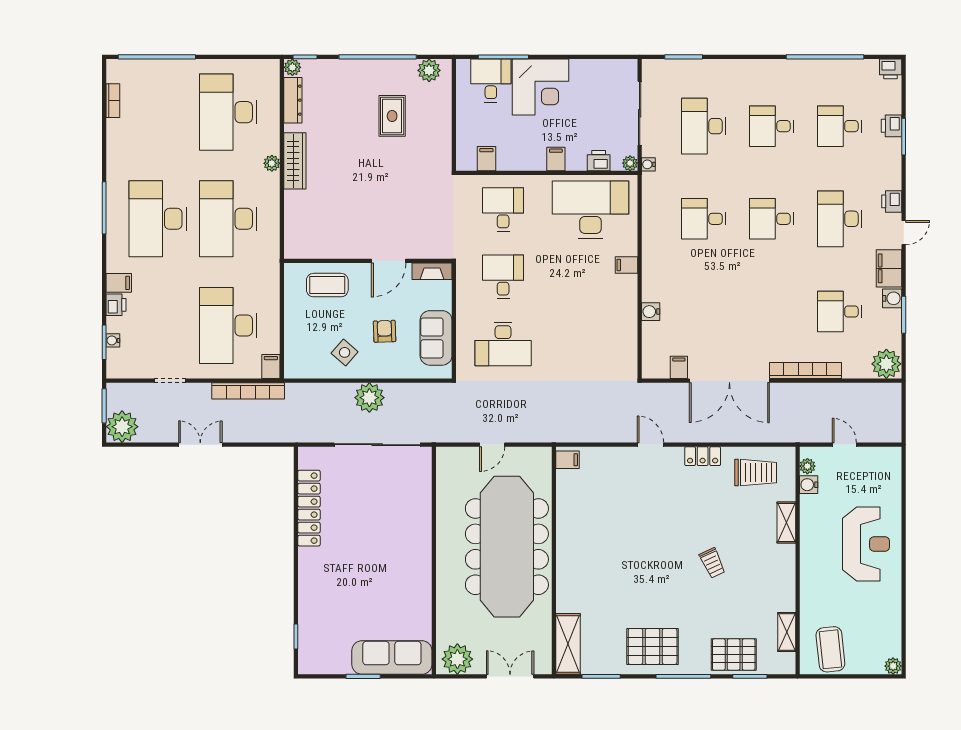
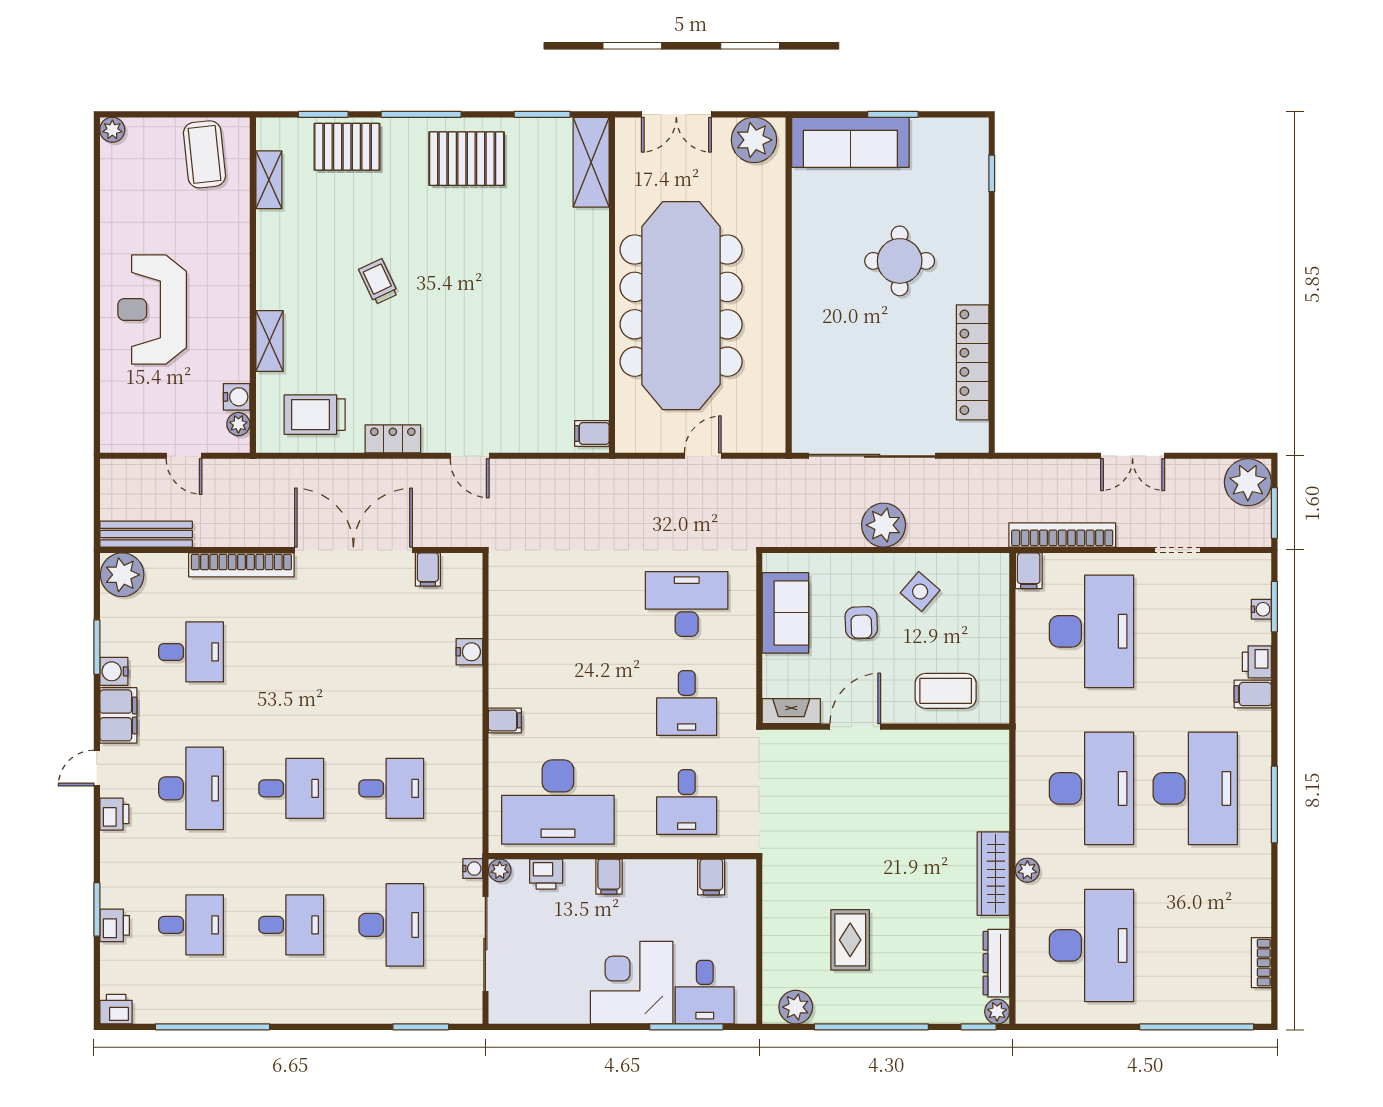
bench: (870, 391) -> (146, 534), added
round table: (359, 577) -> (900, 261), added

